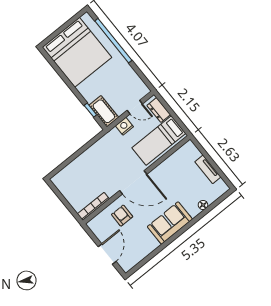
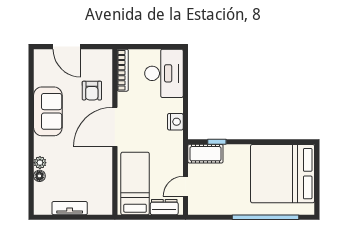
nightstand: (124, 126) -> (175, 122), moved
desk: (74, 179) -> (164, 73), added
plant: (194, 212) -> (40, 163), added
armchair: (122, 216) -> (92, 91), turned 90
sofa: (170, 223) -> (48, 111), moved

